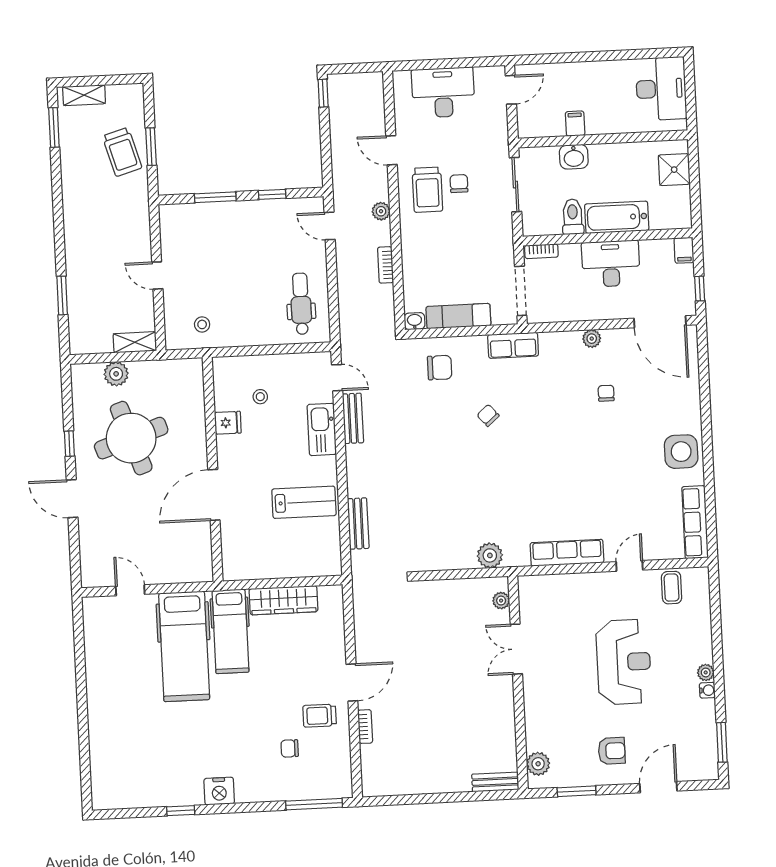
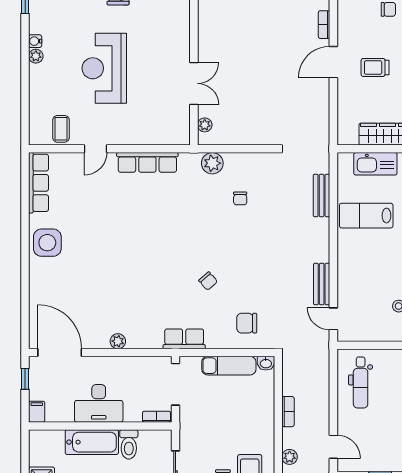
chair: (606, 393) -> (240, 198), moved
kitchen sink: (322, 429) -> (375, 164), moved, turned 90
trolley: (320, 716) -> (375, 67), moved, turned 180

